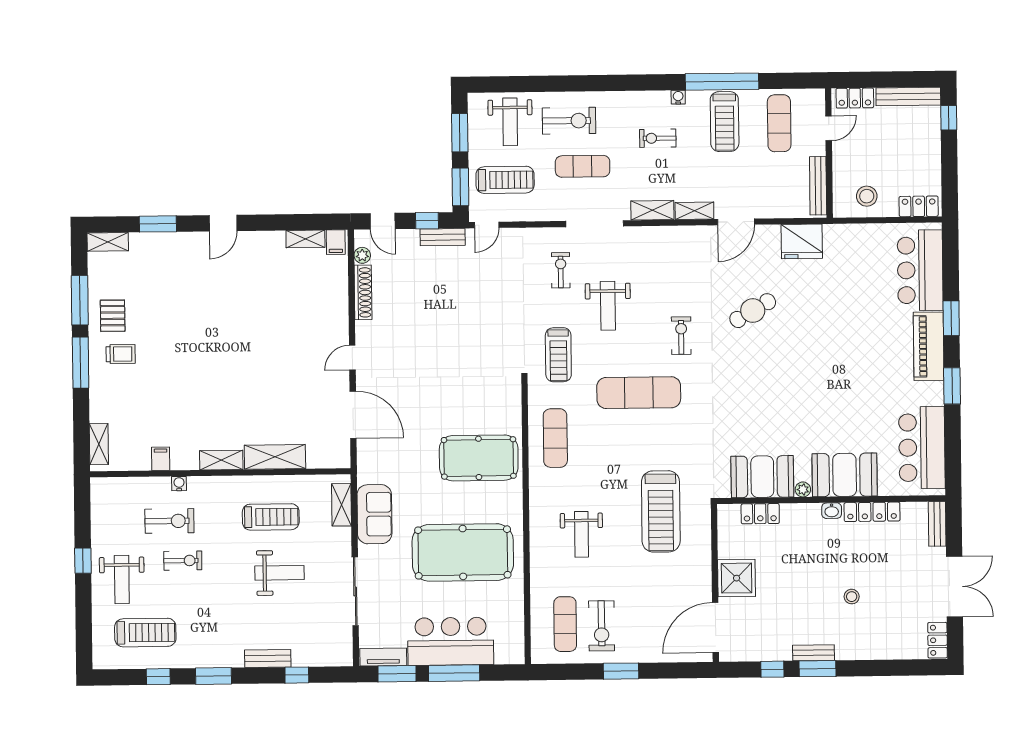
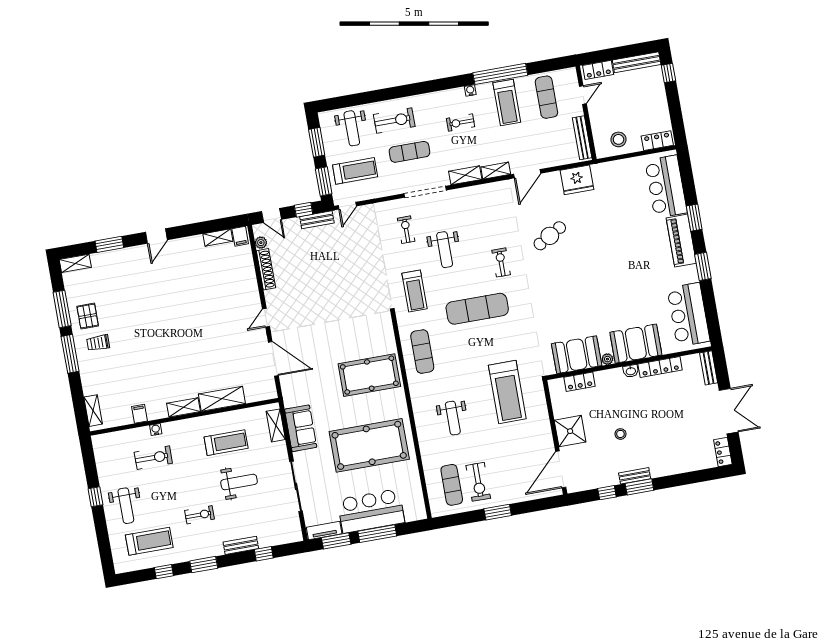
trolley: (121, 354) -> (98, 343), turned 180
exercise bike: (183, 561) -> (200, 515), moved
stool: (852, 597) -> (620, 434), moved

